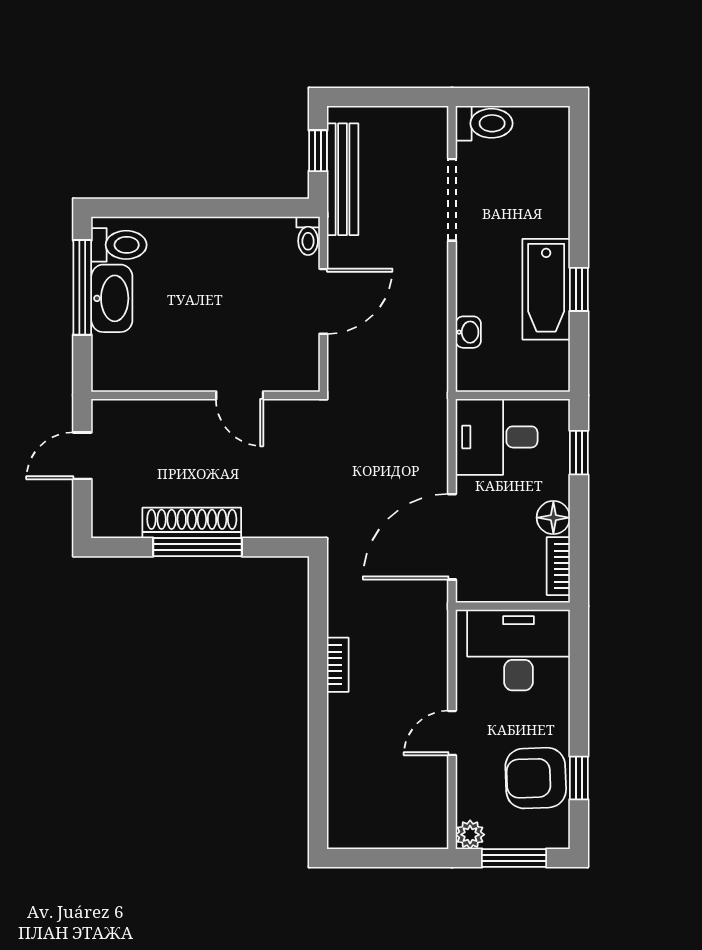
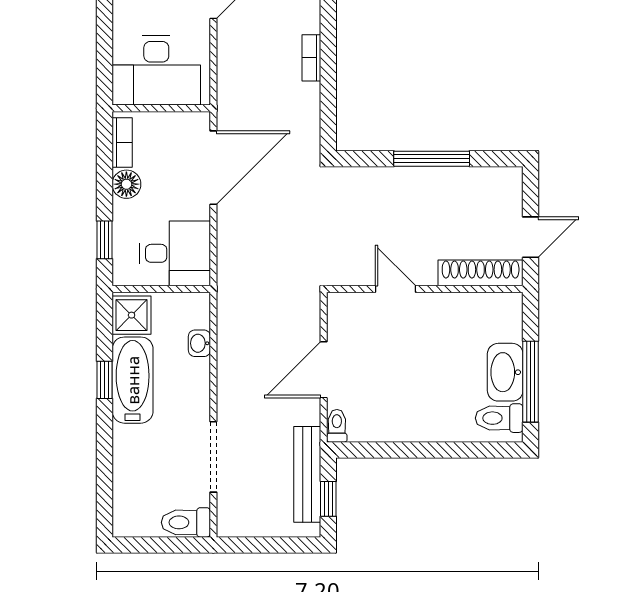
shower: (547, 365) -> (132, 315), added
shoe rack: (192, 523) -> (481, 273), moved, turned 180

